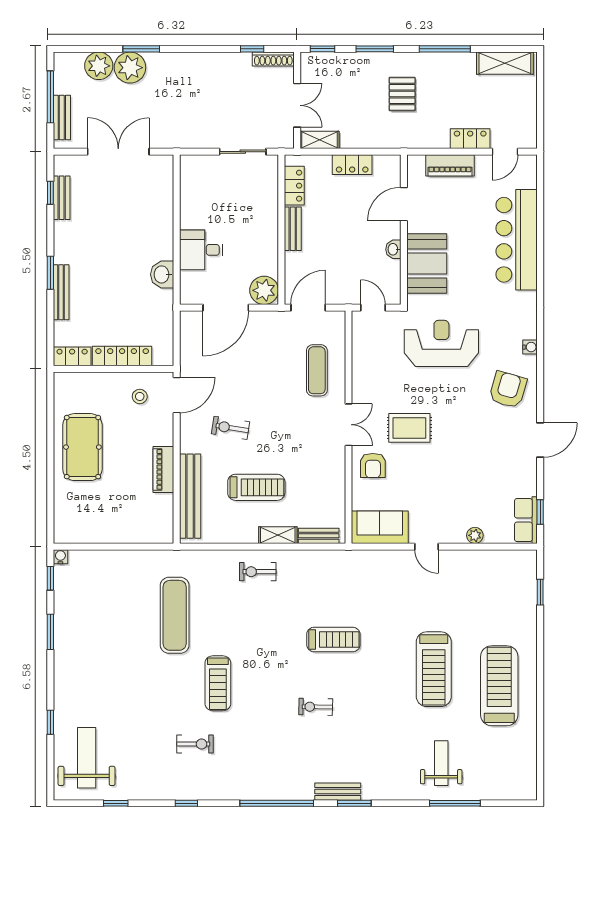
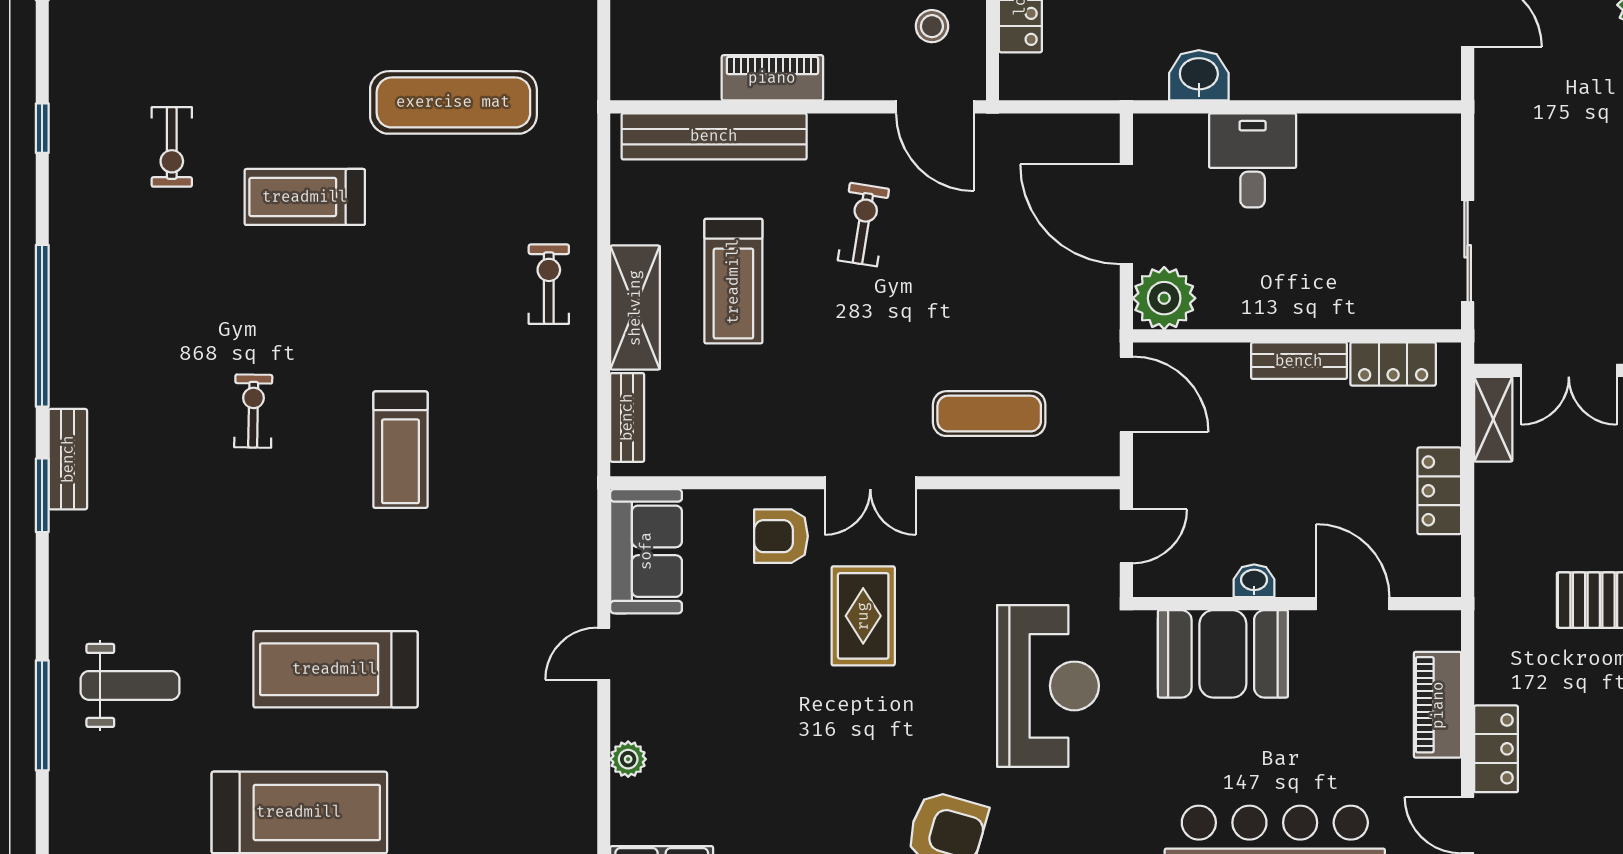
shelving: (278, 535) -> (635, 308), width x1.50, depth x1.33

